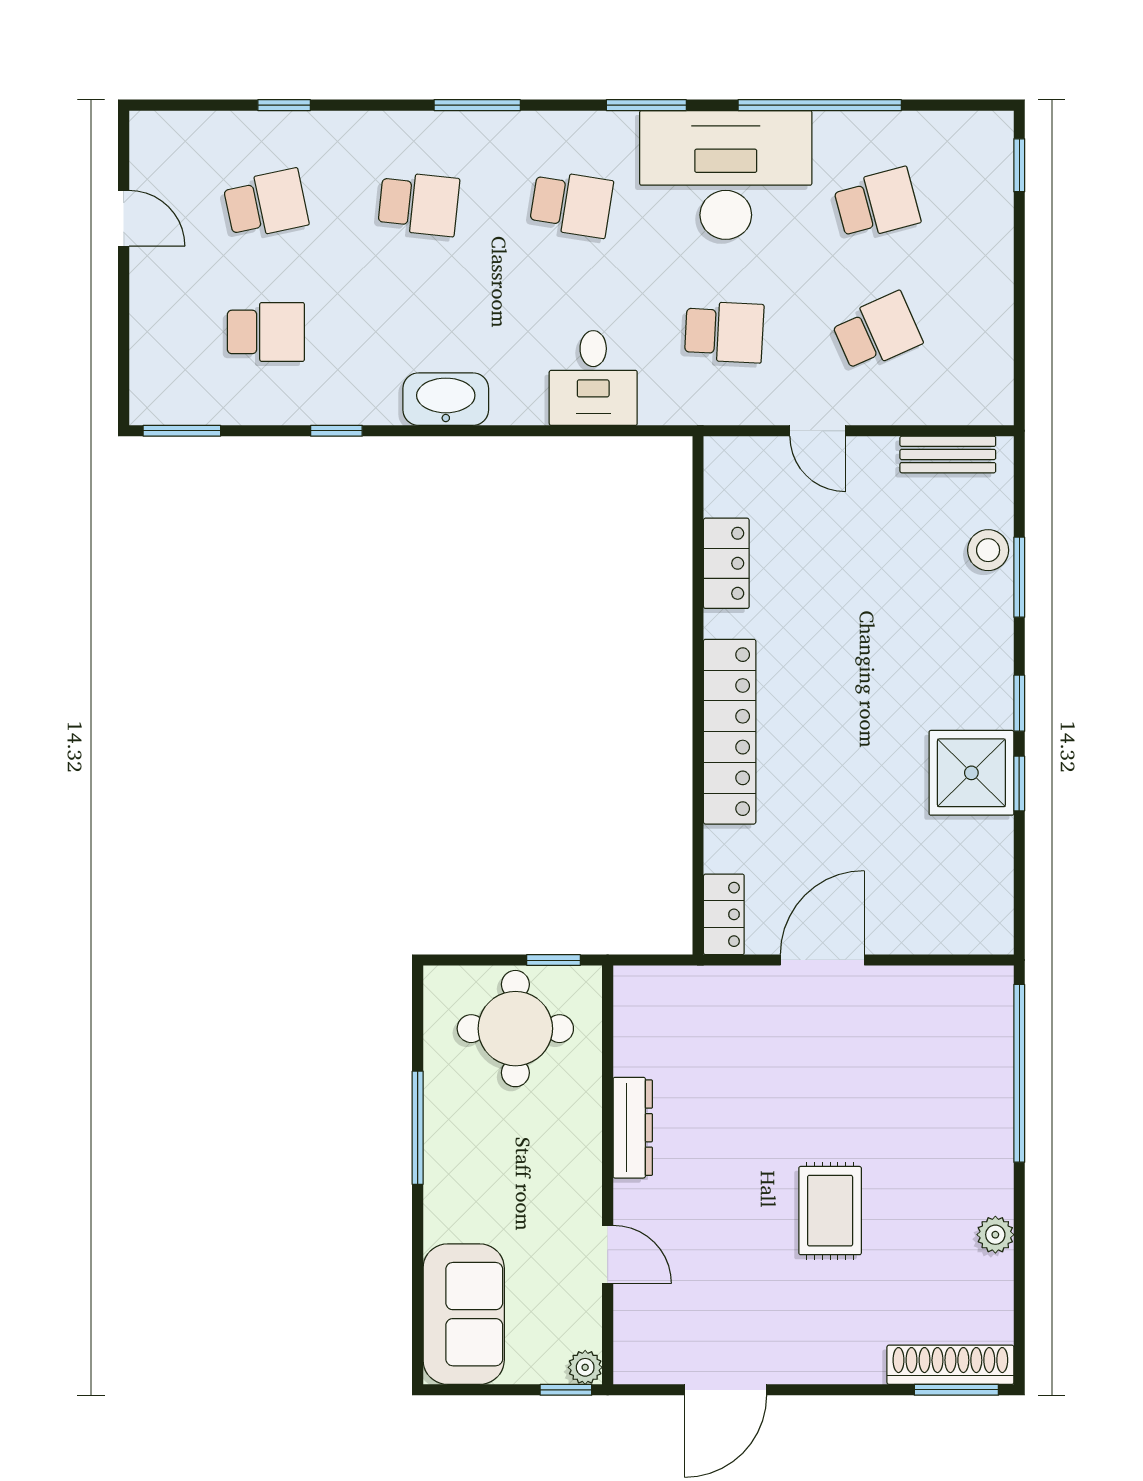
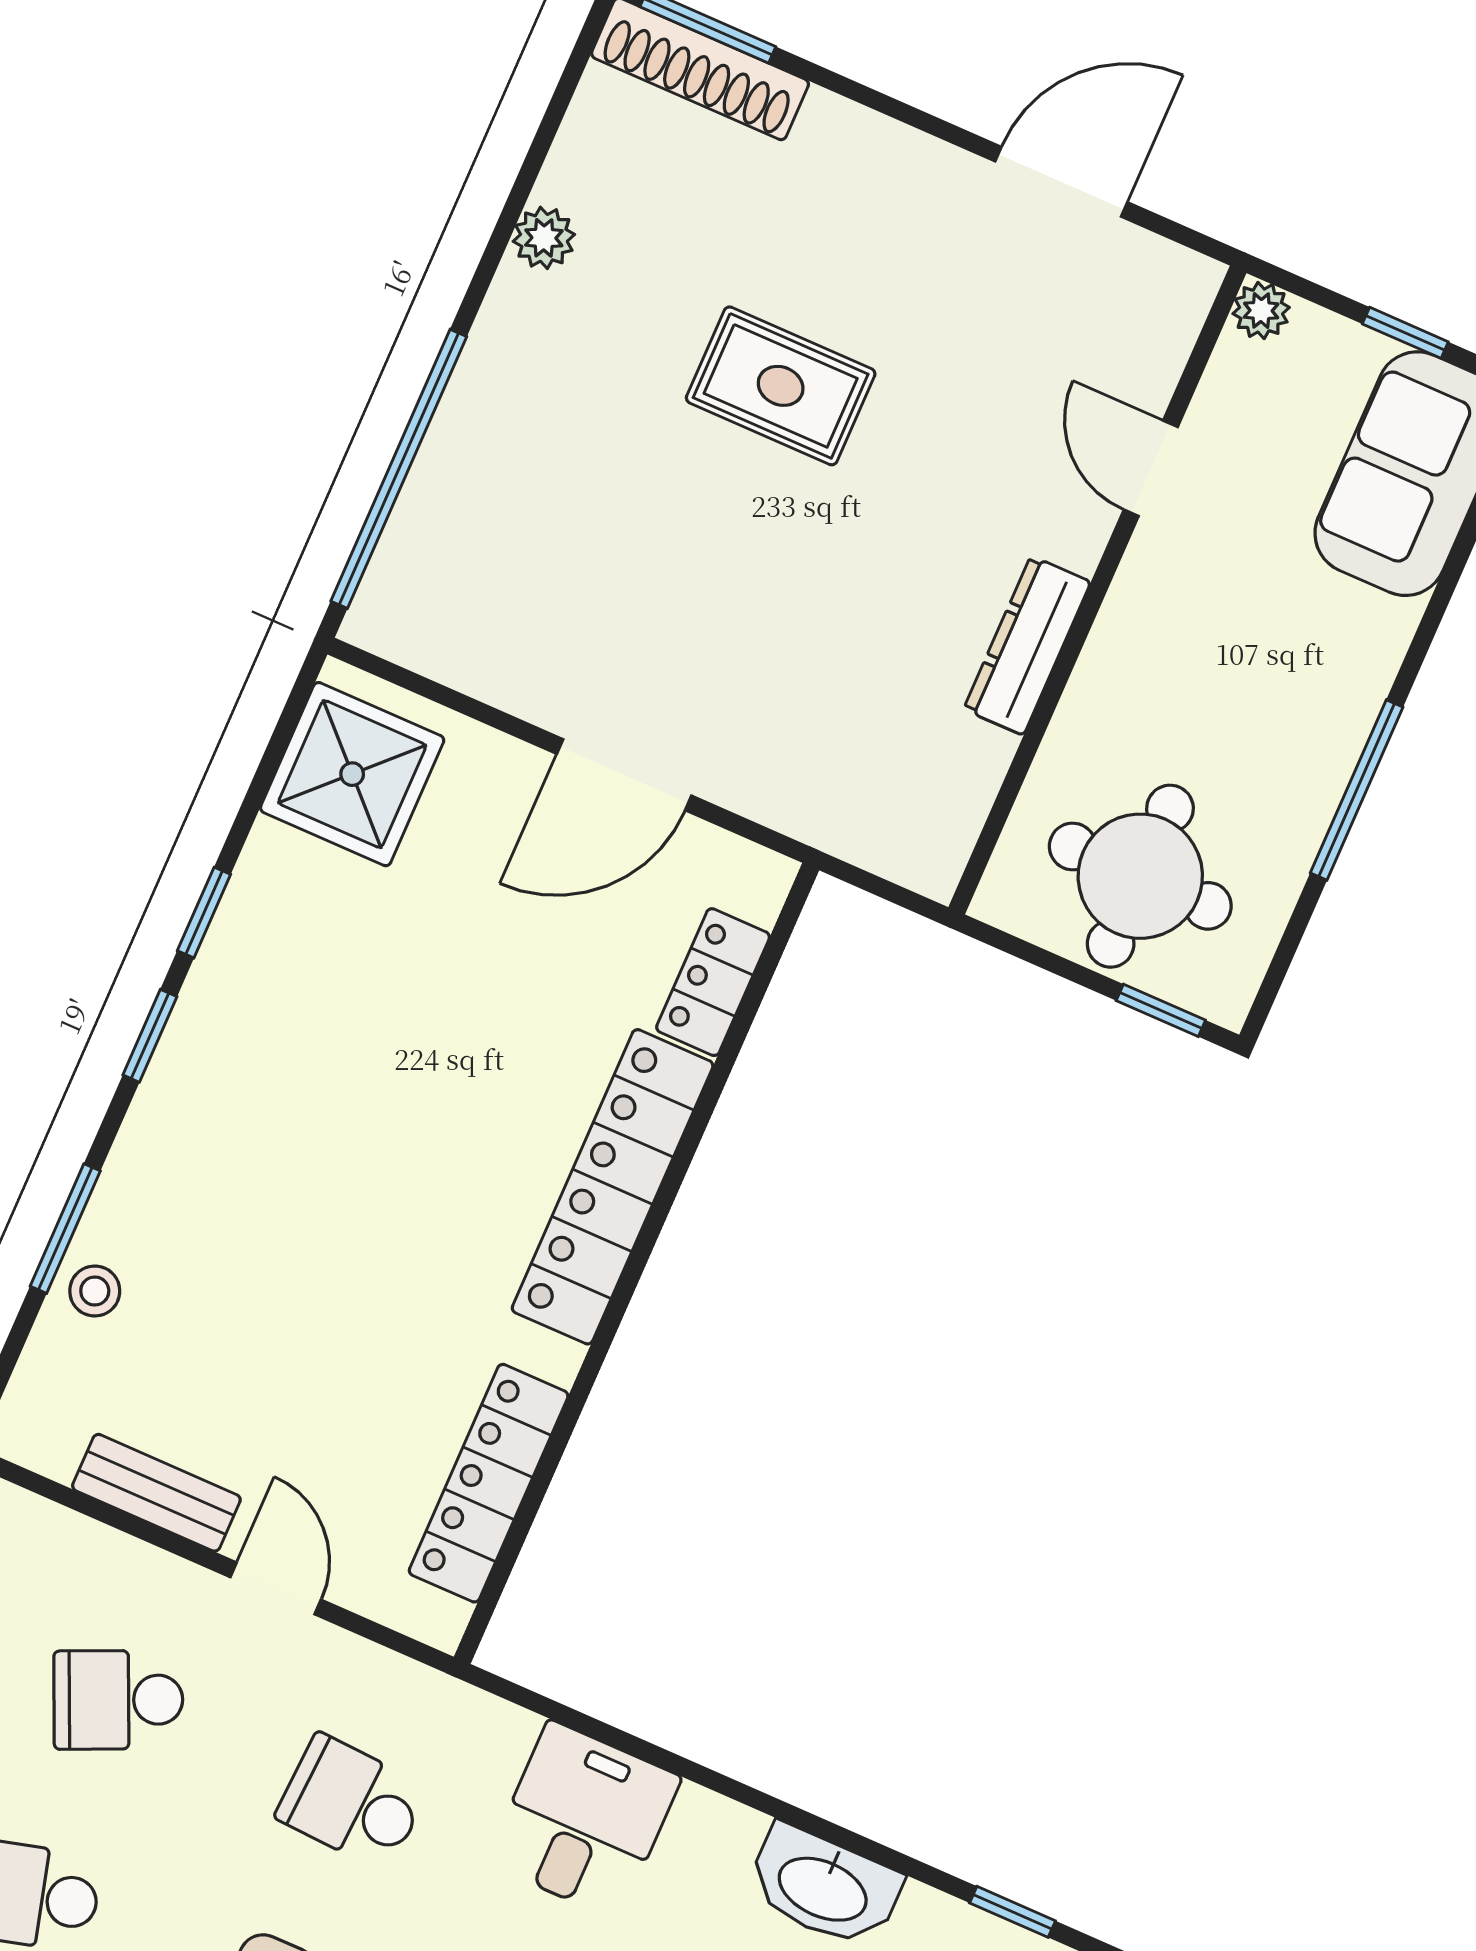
bench: (948, 454) -> (156, 1493), moved
stool: (988, 550) -> (95, 1291), width x0.73, depth x0.73
locker: (726, 563) -> (489, 1483), width x1.53
shower: (971, 773) -> (352, 774), moved
locker: (724, 914) -> (713, 982), moved
window: (554, 960) -> (1161, 1010), moved
rug: (830, 1211) -> (781, 386), turned 90
window: (566, 1390) -> (1405, 333), moved

